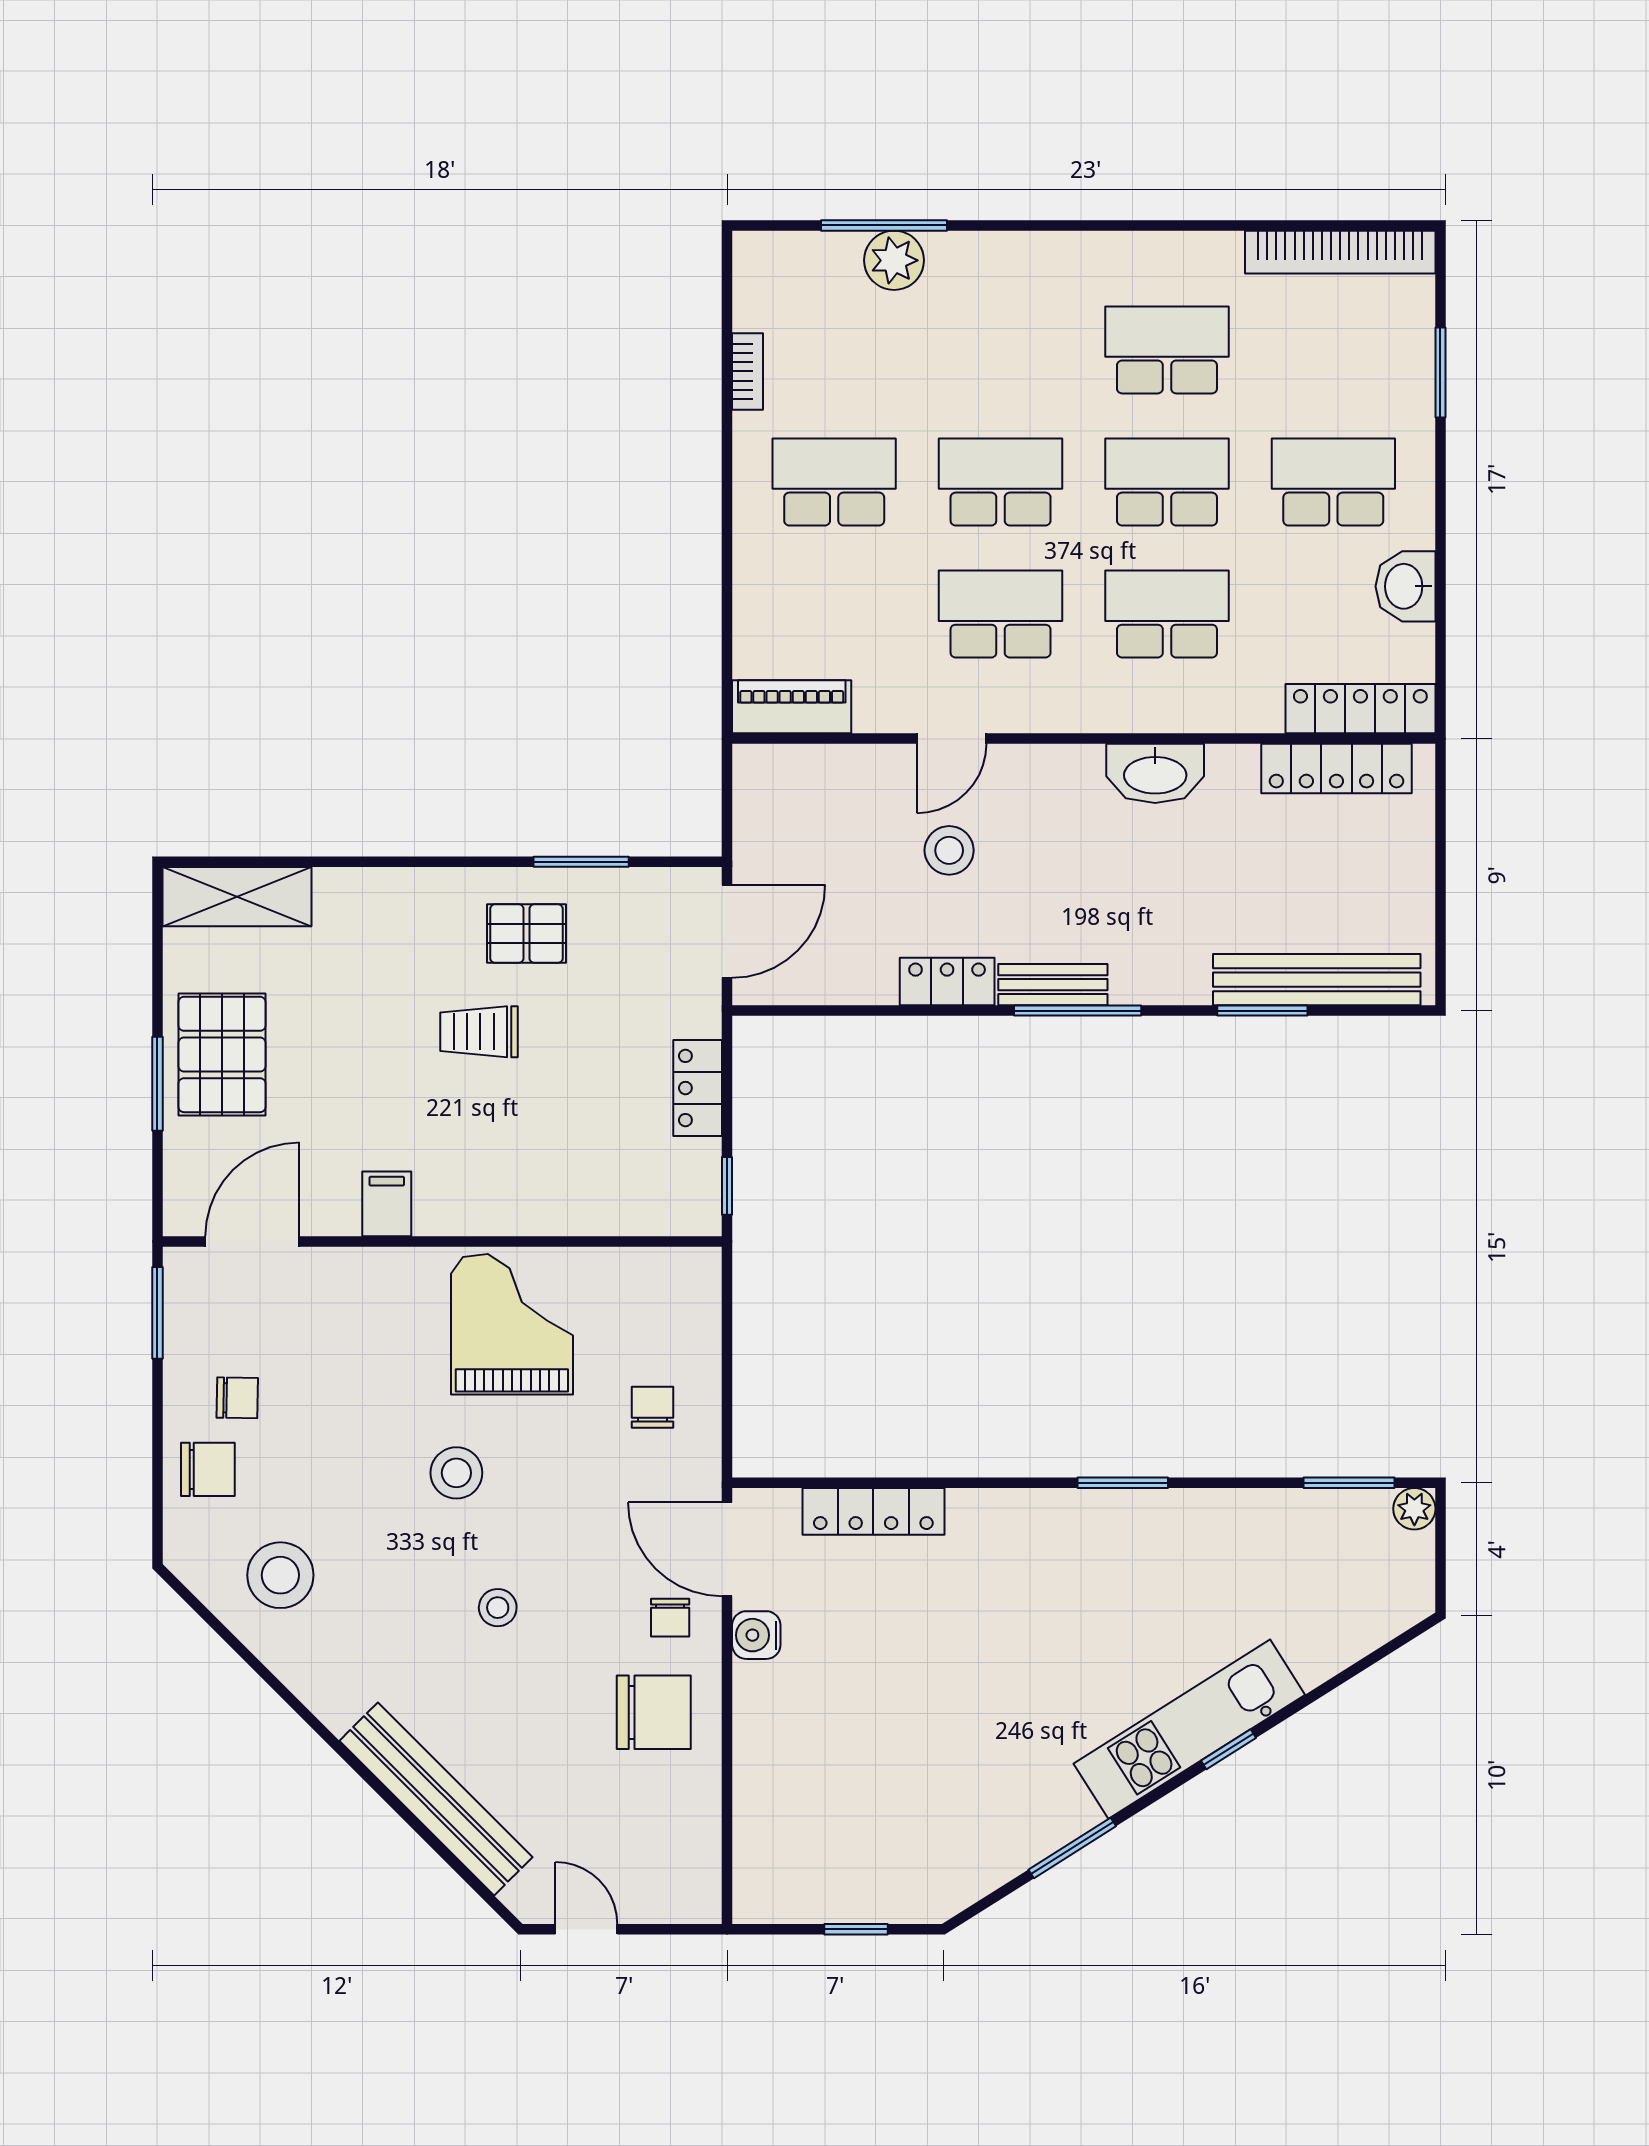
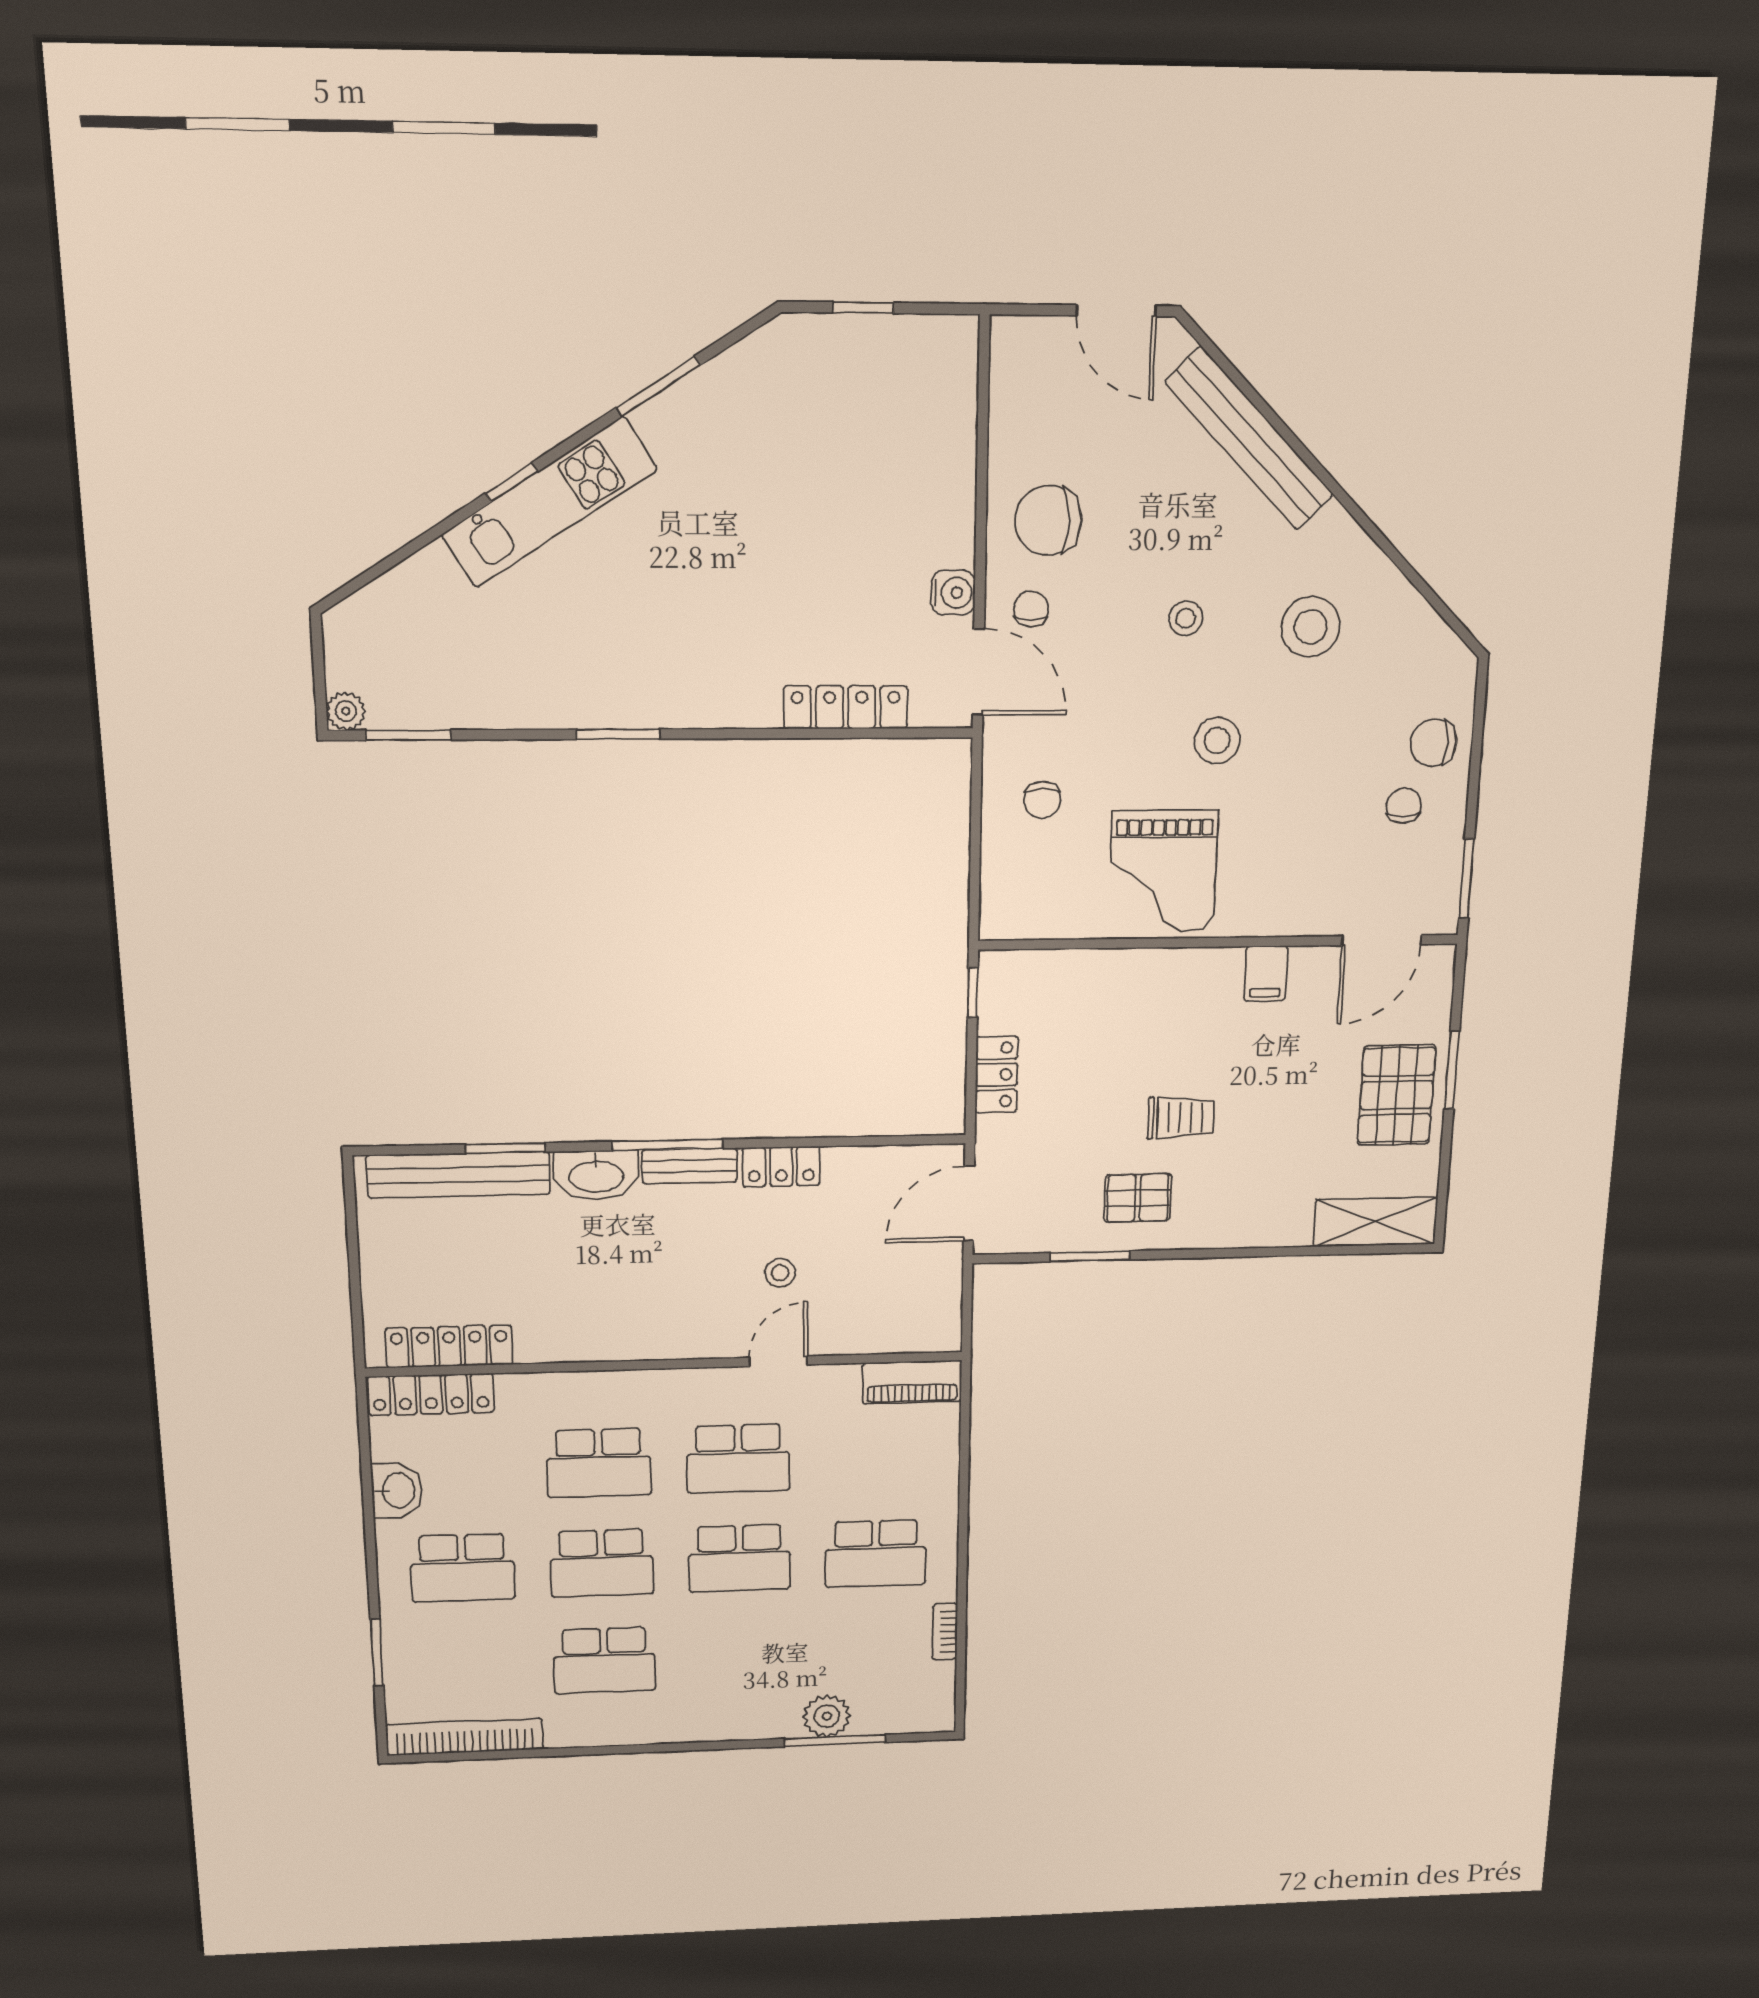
washbasin: (1155, 773) -> (596, 1175), moved, turned 180
stool: (949, 850) -> (780, 1273), width x0.73, depth x0.73
chair: (237, 1398) -> (1404, 806), turned 89
stool: (280, 1575) -> (1311, 627), moved
door: (586, 1929) -> (1116, 311), width x1.37

